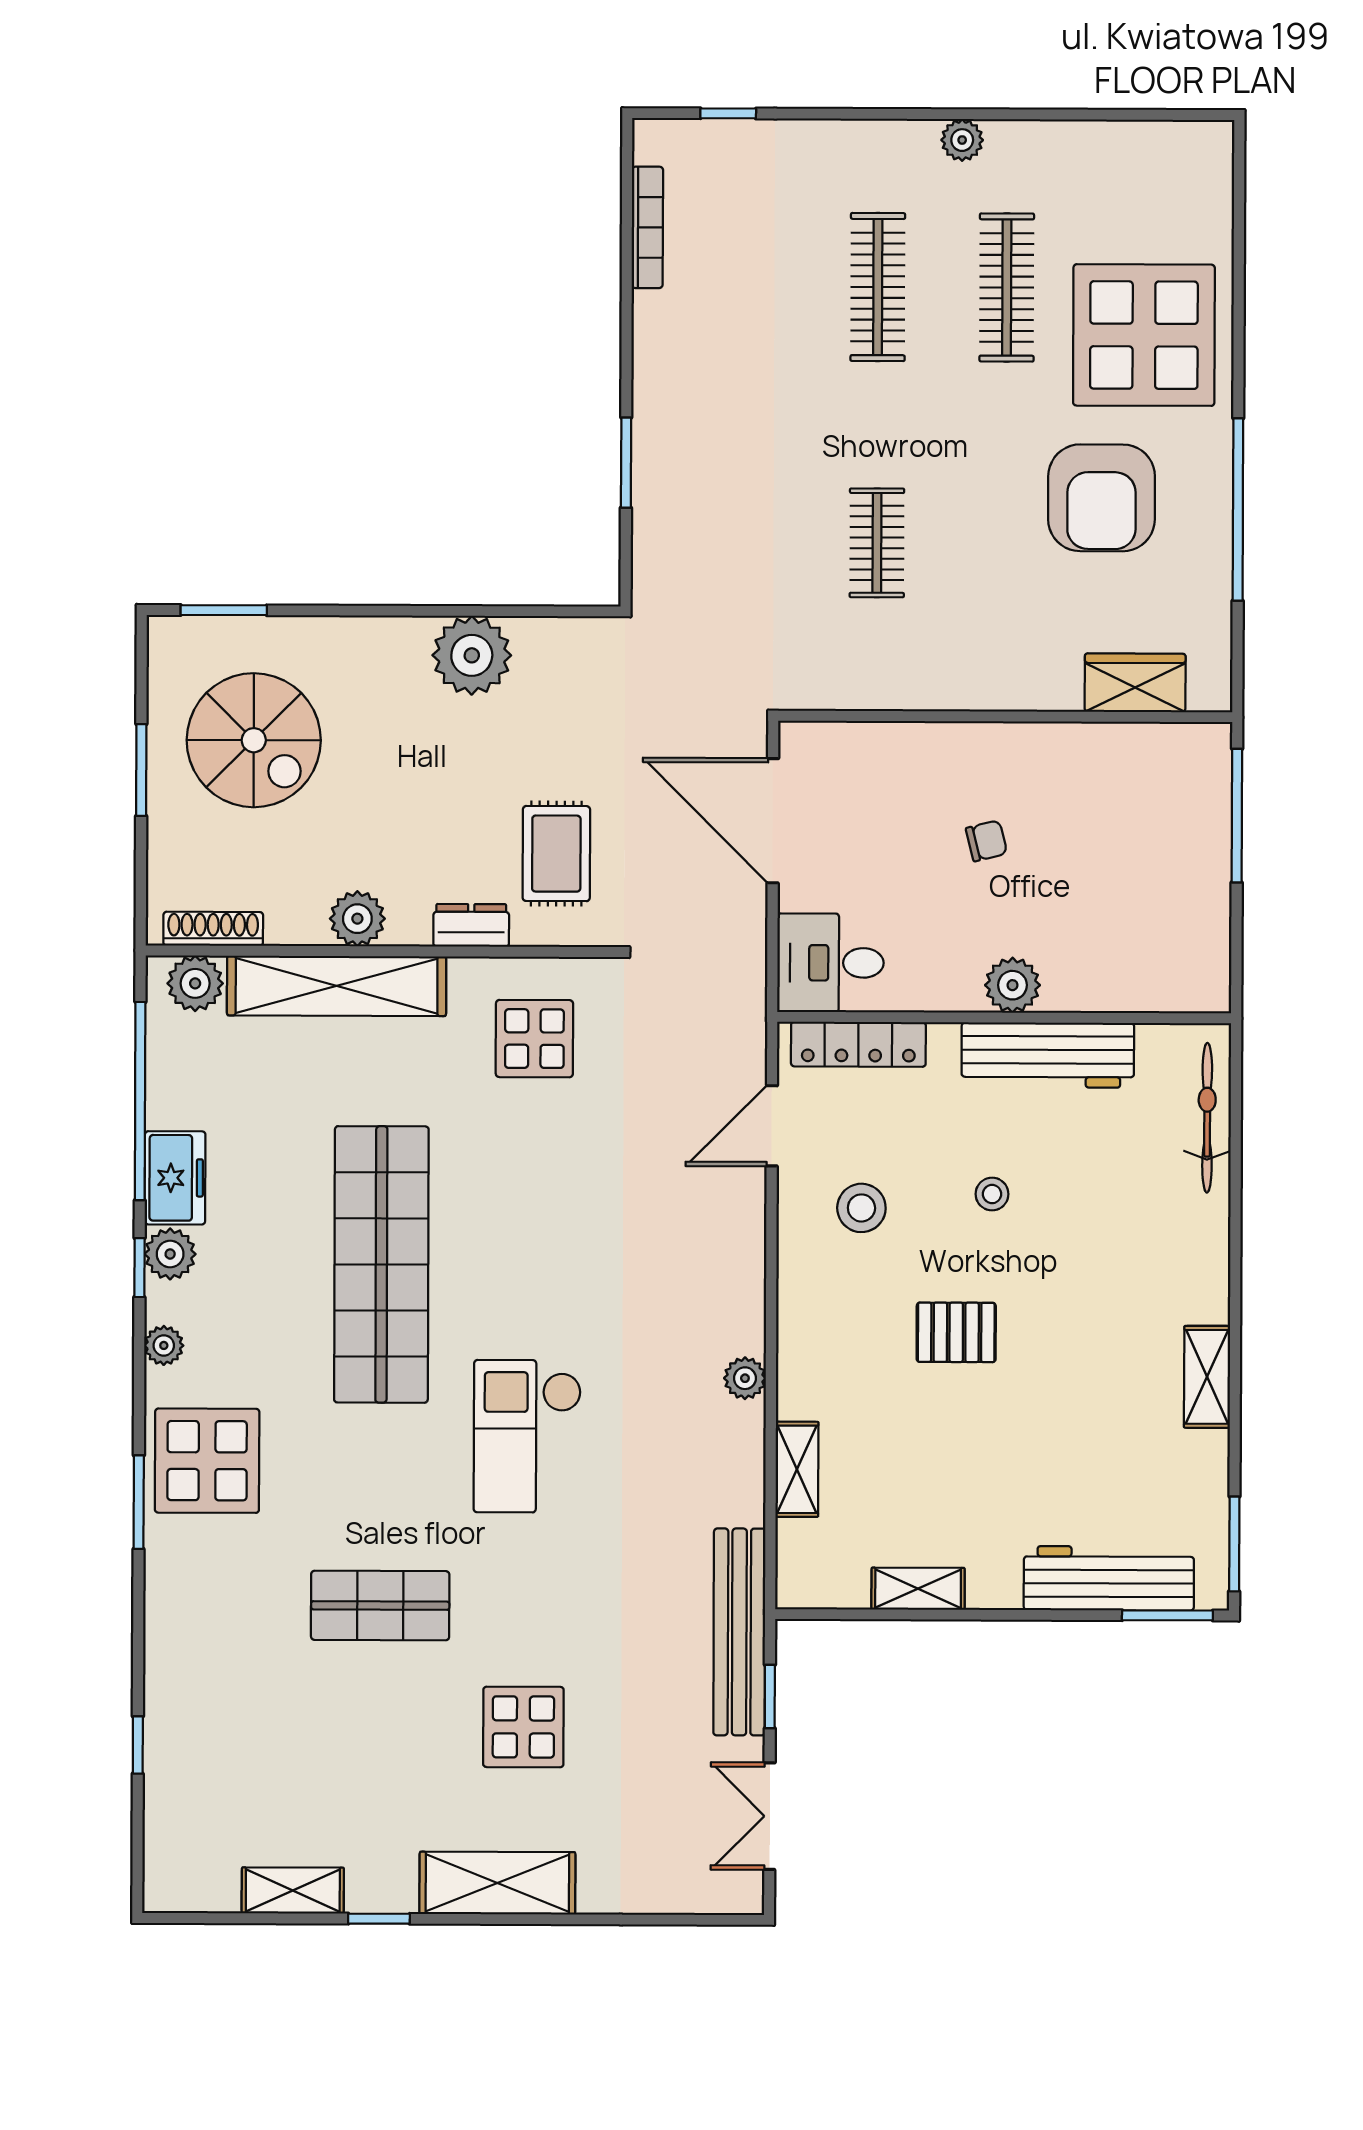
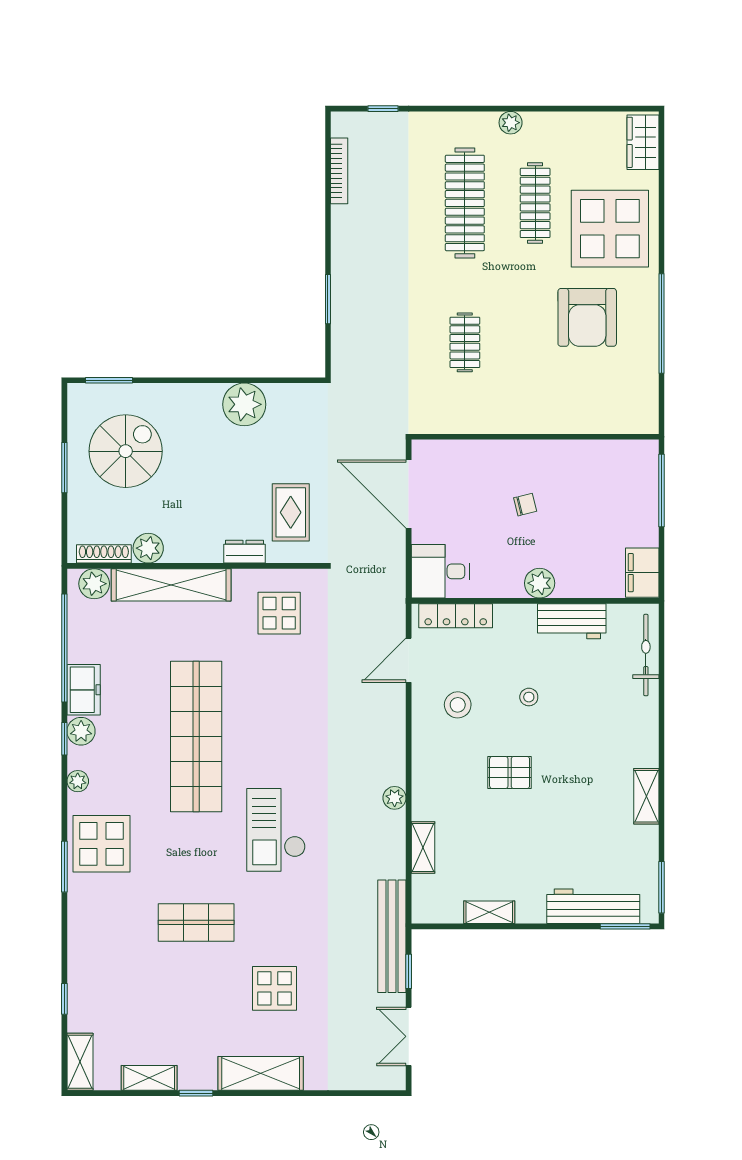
clothes rail: (878, 287) -> (465, 203), width x1.37, depth x1.31
wardrobe: (1135, 683) -> (643, 142), moved, turned -90
spiral stairs: (254, 740) -> (126, 451), turned -90
plant: (357, 919) -> (148, 548), moved
filing cabinet: (1201, 966) -> (642, 573), added
workbench: (1048, 1055) -> (572, 621), width x0.73
shelving: (166, 1860) -> (80, 1062), added

